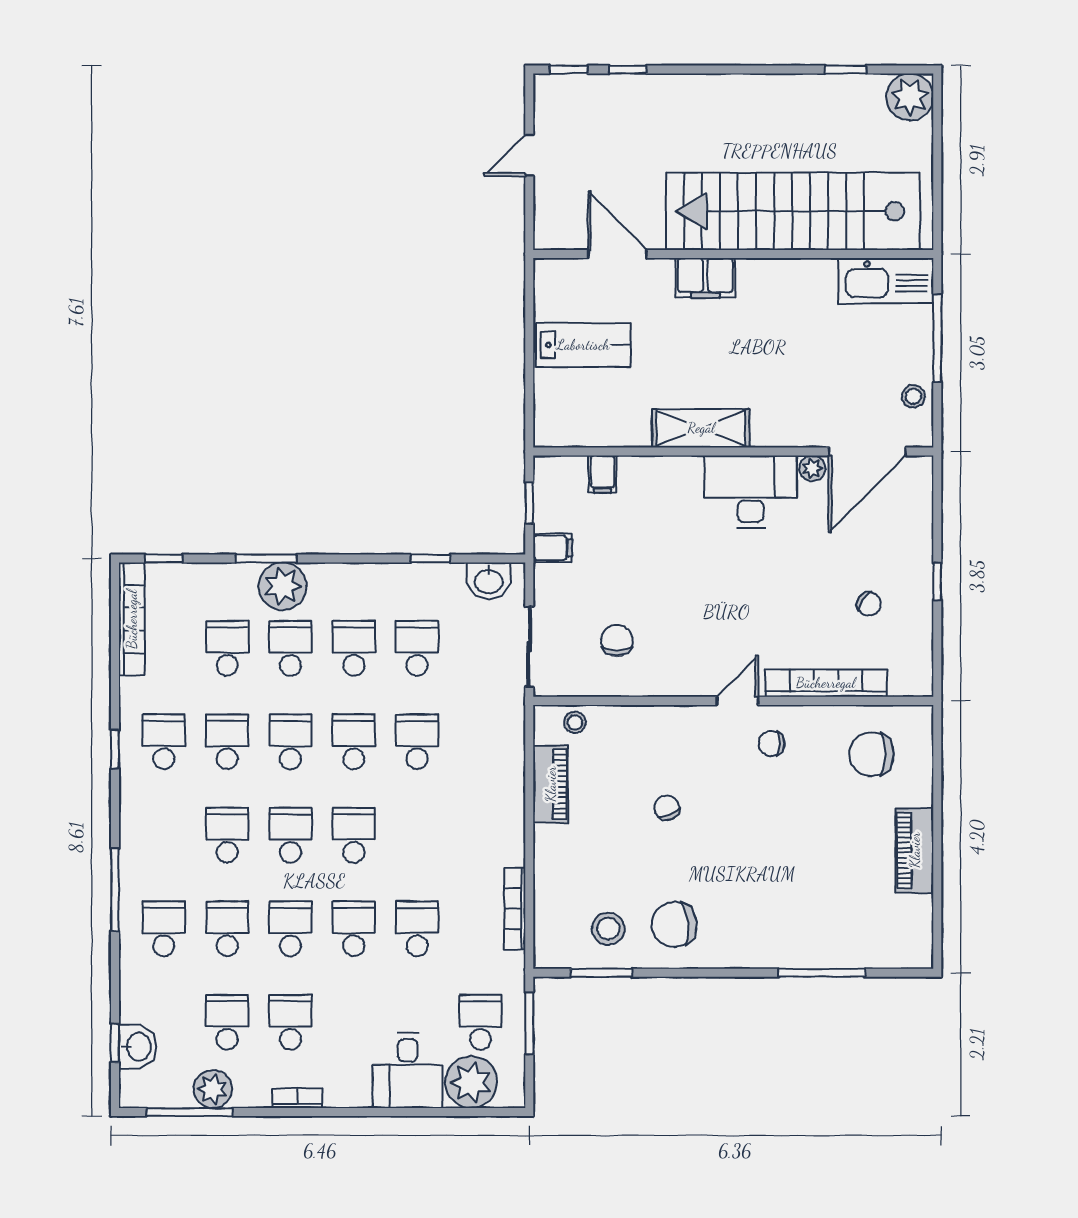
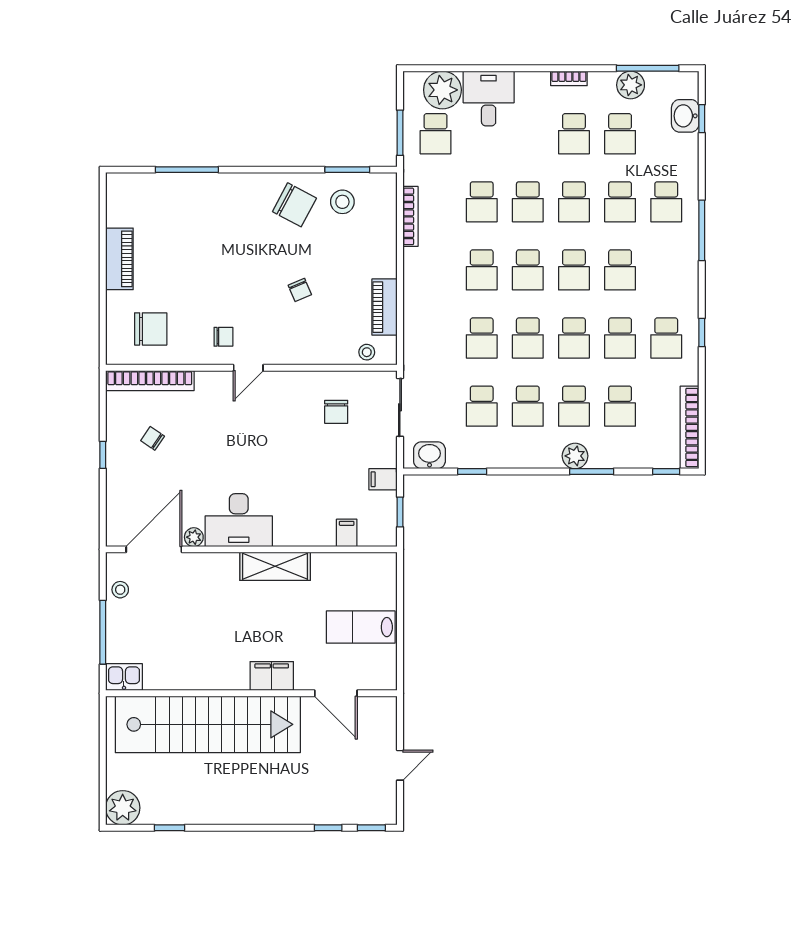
kitchen sink: (886, 281) -> (124, 677), width x0.53, depth x0.81
plant: (283, 586) -> (575, 456), width x0.73, depth x0.73
bookcase: (826, 683) -> (150, 381), moved
school desk: (417, 835) -> (482, 270), added
chair: (674, 925) -> (294, 205), turned 35

